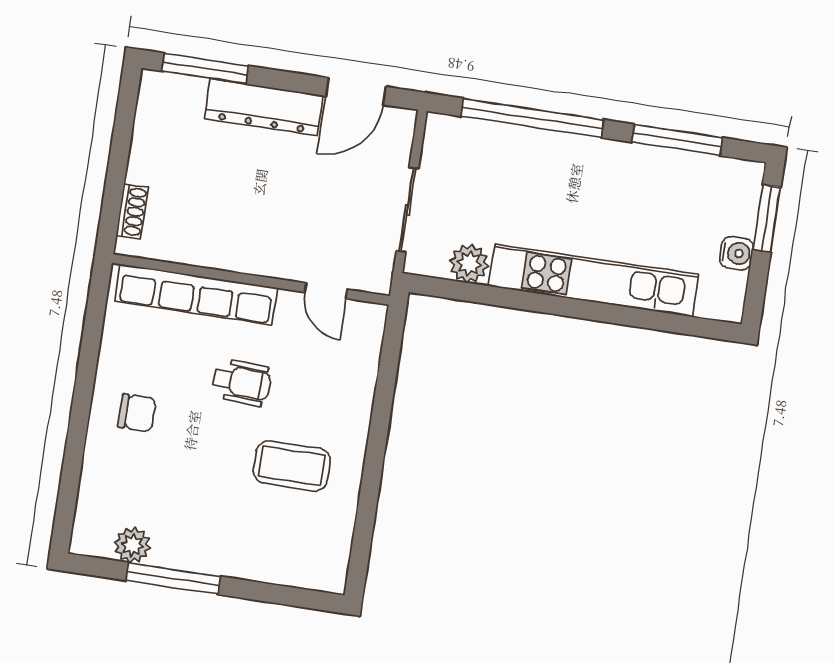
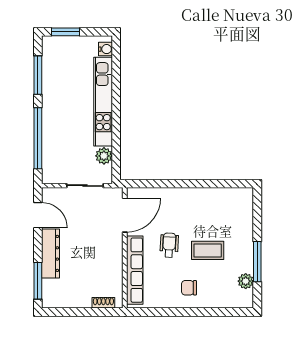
water cooler: (736, 253) -> (106, 49), moved, turned 90
door: (326, 291) -> (125, 215), width x1.88
chair: (137, 413) -> (189, 288), turned -90
coffee table: (292, 466) -> (208, 250), moved, turned 90

